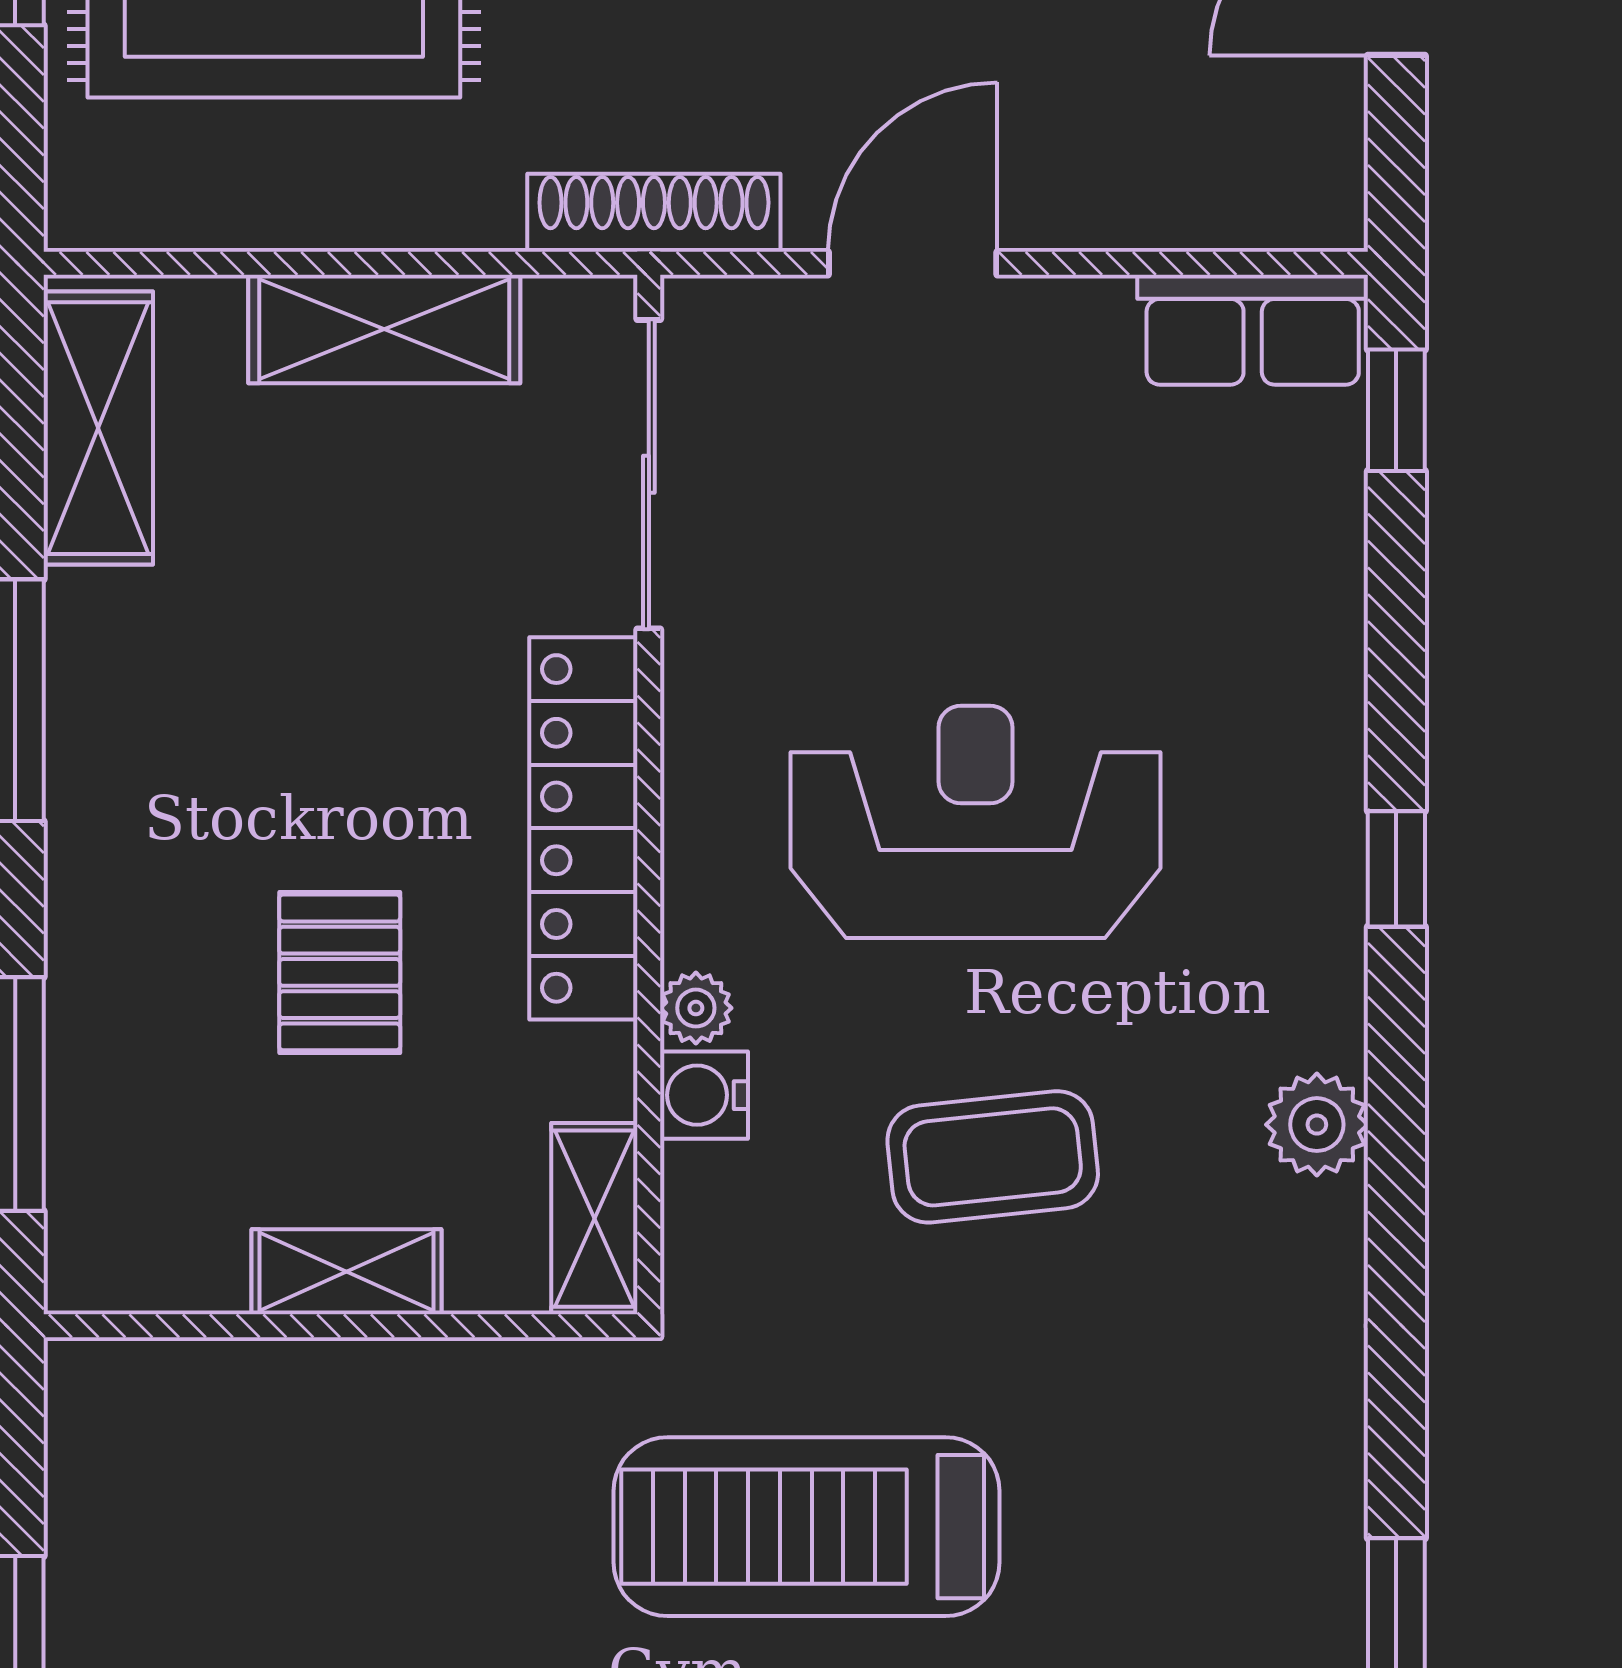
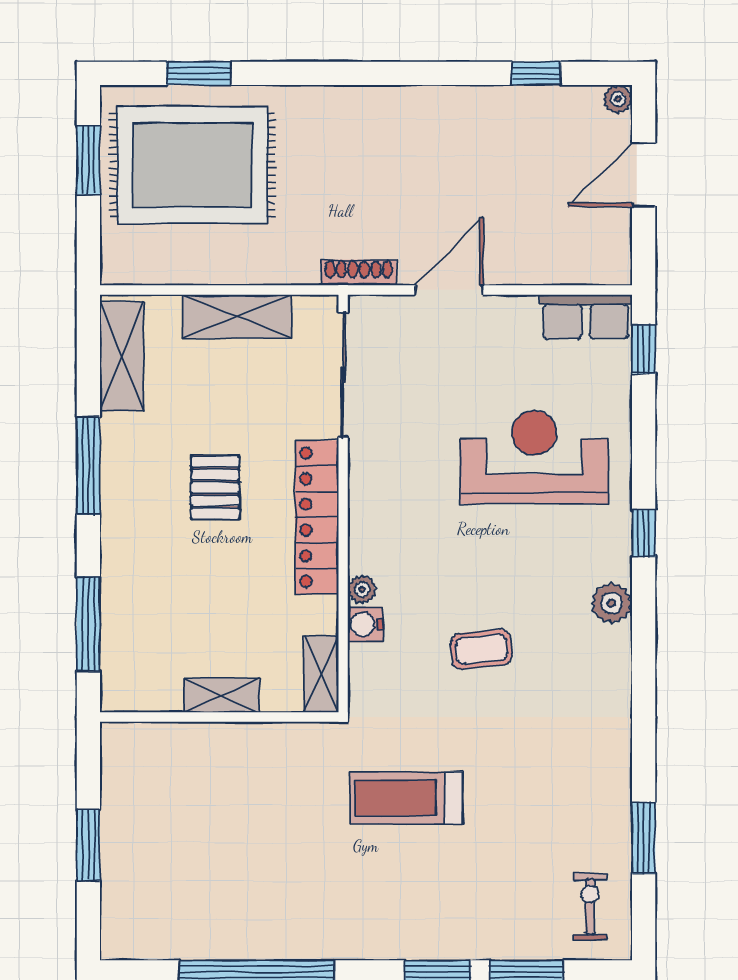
shoe rack: (654, 213) -> (359, 273), width x0.74, depth x0.81
reception desk: (975, 822) -> (534, 457), moved
pallet: (340, 972) -> (215, 488), moved
plant: (1317, 1125) -> (612, 603), moved
coffee table: (993, 1157) -> (481, 649), width x0.73, depth x0.77
treadmill: (806, 1527) -> (406, 798), width x0.73, depth x0.73

